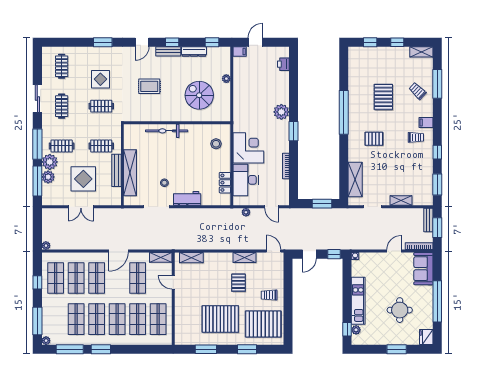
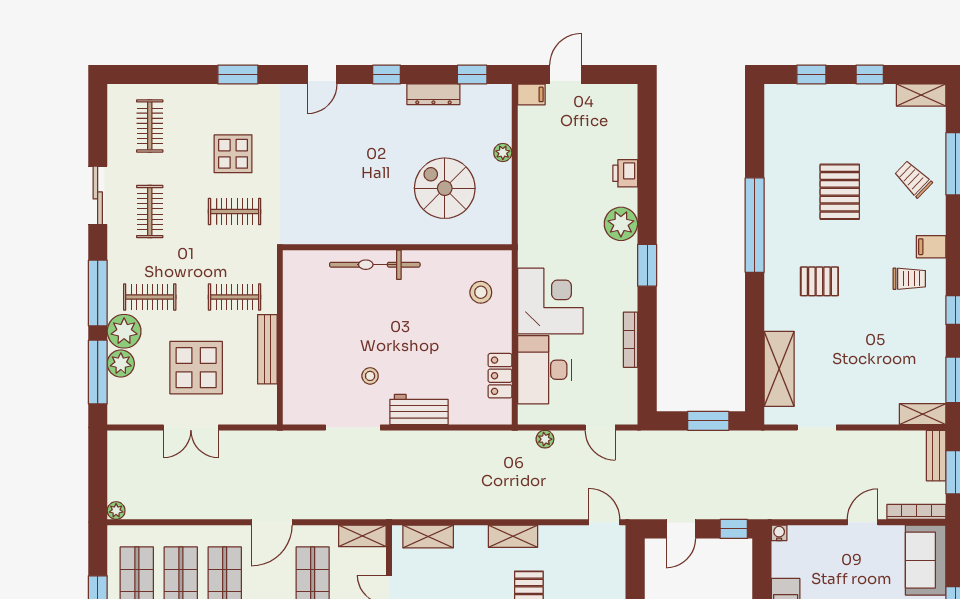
bench: (168, 51) -> (379, 94), removed
printer: (283, 64) -> (625, 173), moved
rug: (149, 86) -> (338, 169), removed
shelving: (130, 173) -> (296, 354), removed
shelving: (401, 201) -> (923, 414), moved
shelving: (244, 257) -> (513, 536), moved

